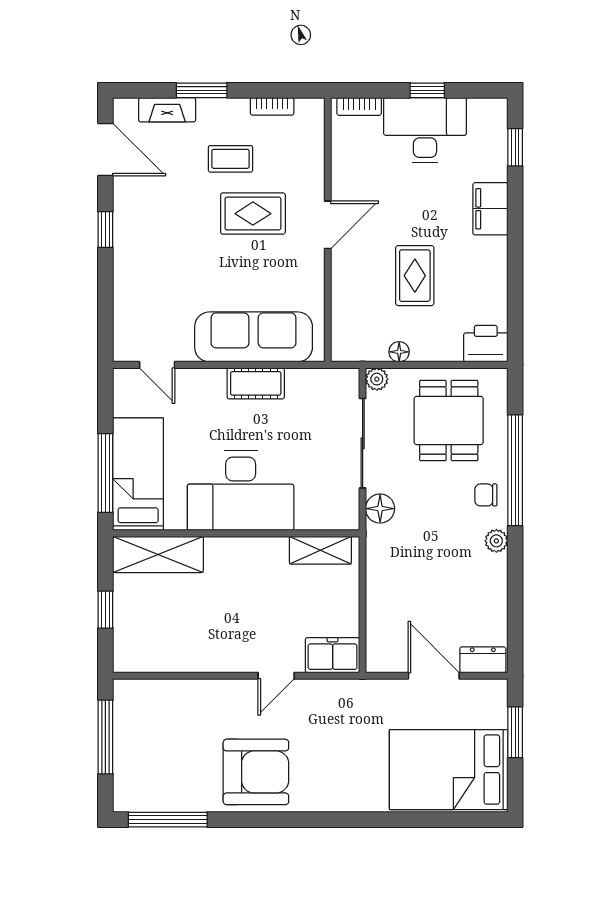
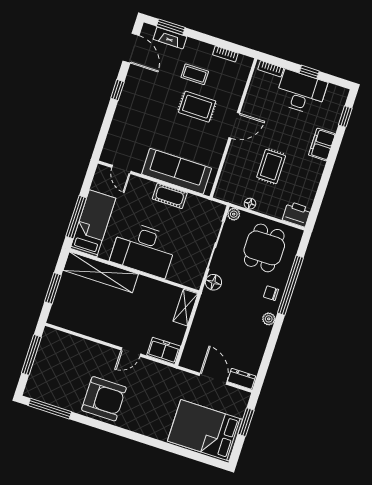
window: (202, 90) -> (171, 27), moved
shelving: (320, 550) -> (185, 308), moved, turned 90
shelving: (158, 554) -> (101, 272), width x1.47
window: (105, 610) -> (53, 288), width x1.50

